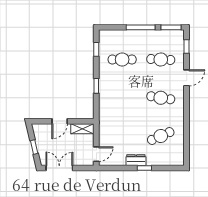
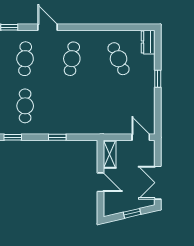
dresser: (136, 160) -> (148, 42), moved

